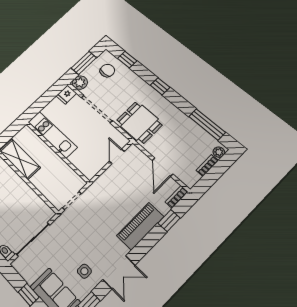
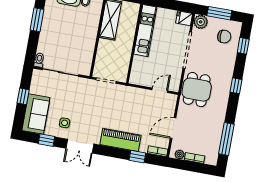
plant: (219, 152) -> (180, 154), moved

